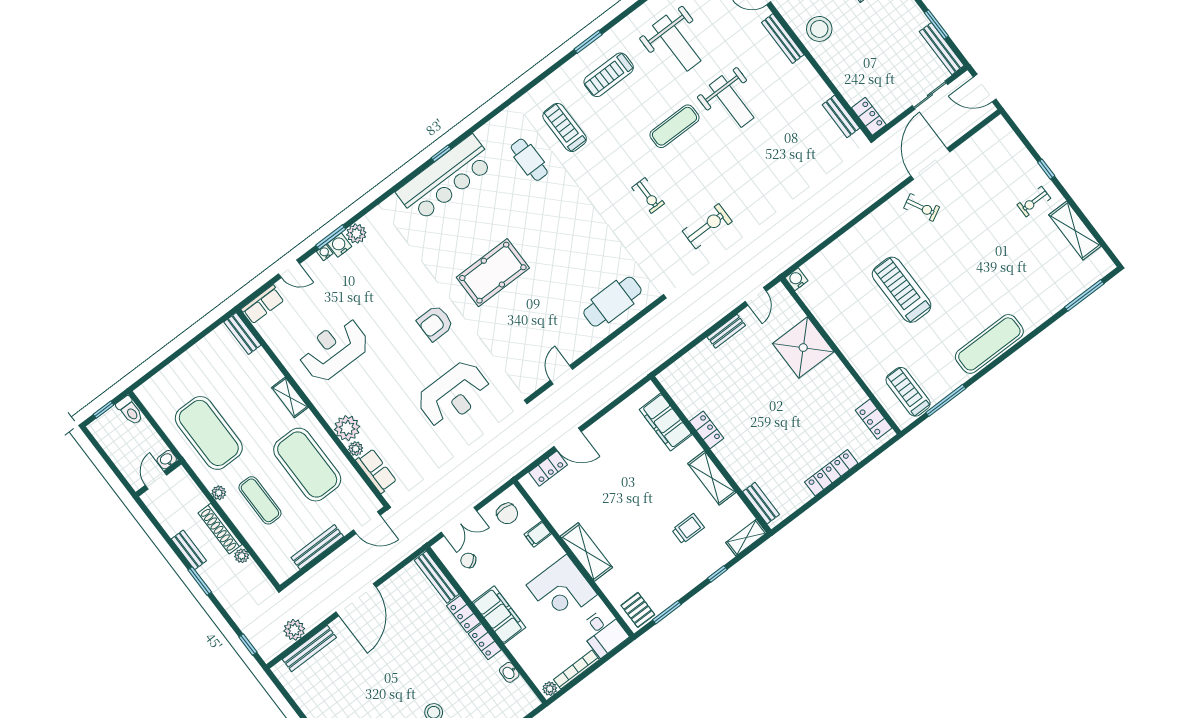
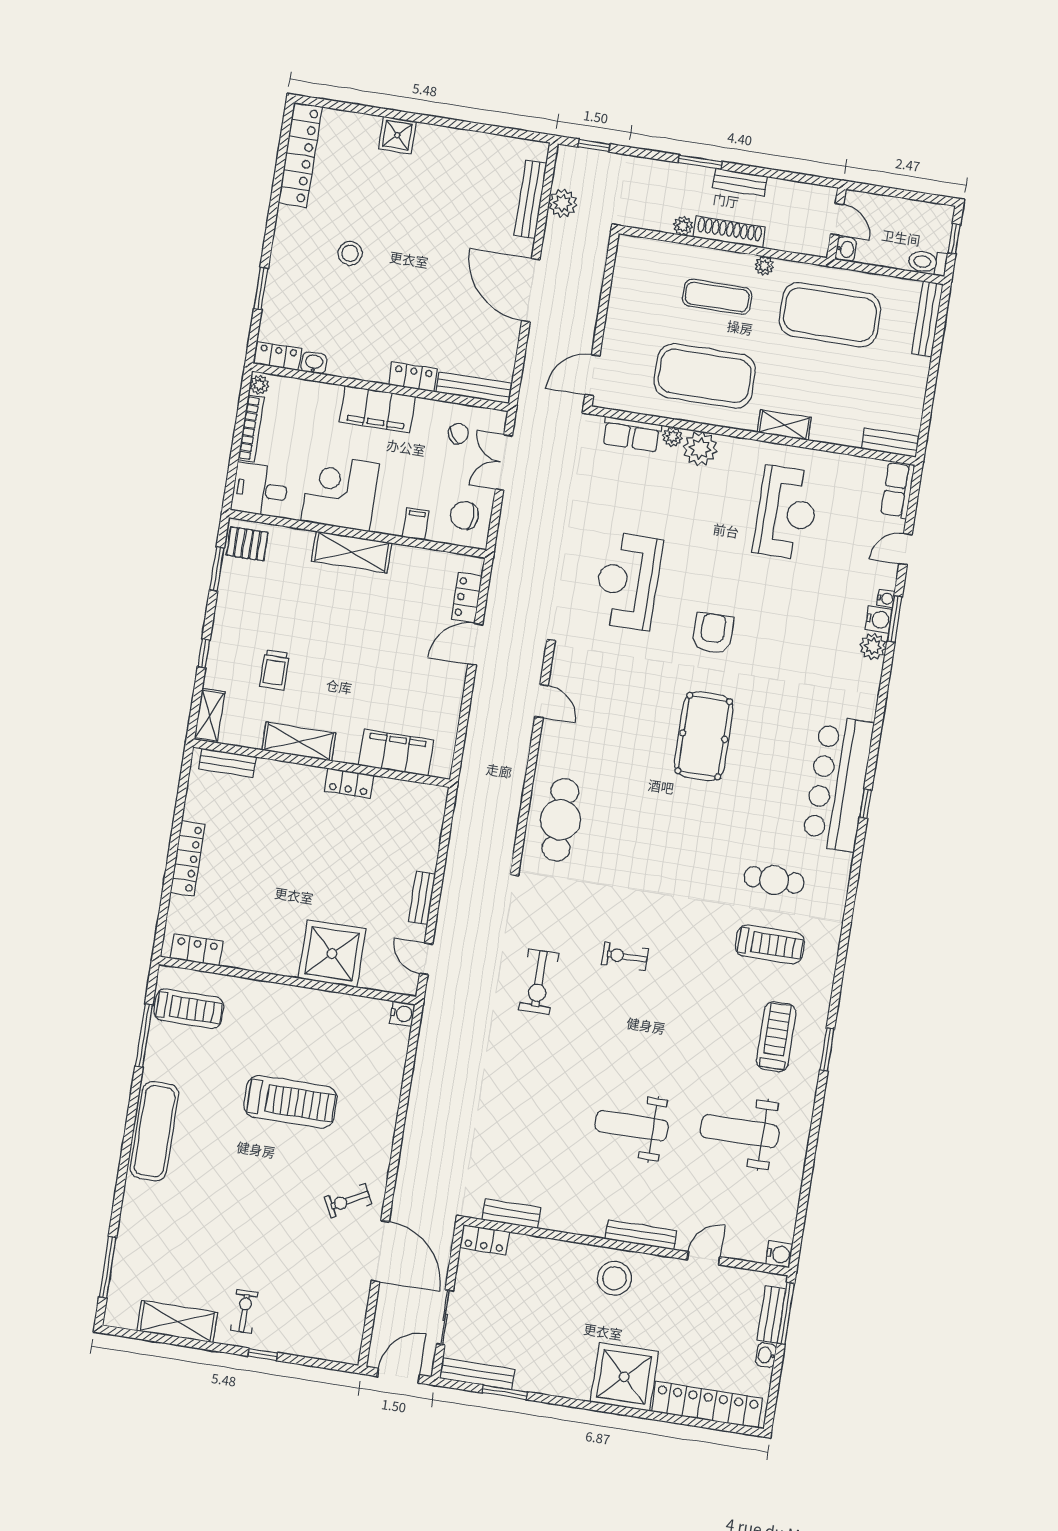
exercise mat: (674, 126) -> (664, 1048), removed
bench: (317, 547) -> (927, 319), moved
locker: (485, 642) -> (278, 356), moved

